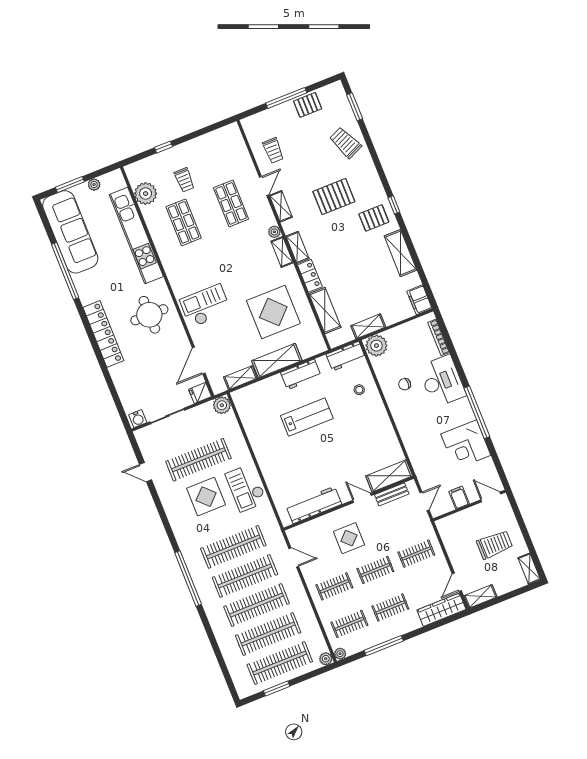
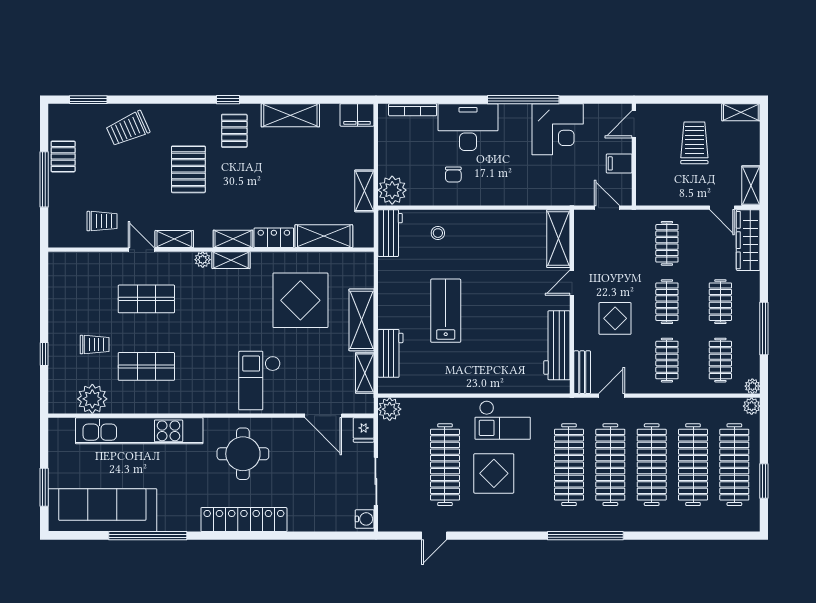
plant: (94, 185) -> (56, 458), removed
workbench: (301, 374) -> (390, 353), moved
bench: (392, 494) -> (582, 372), moved

